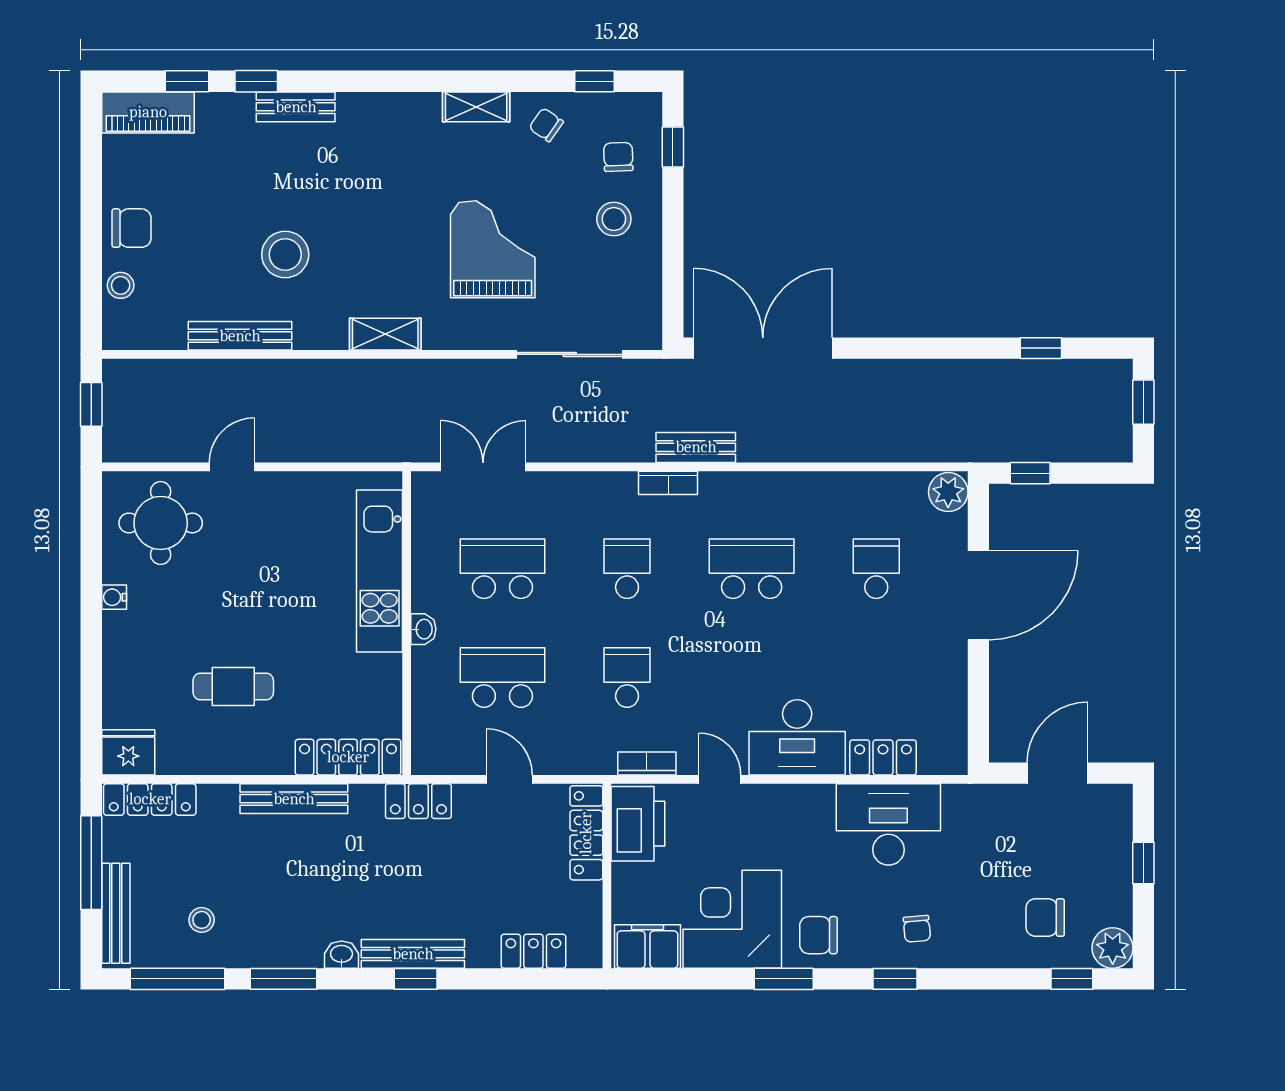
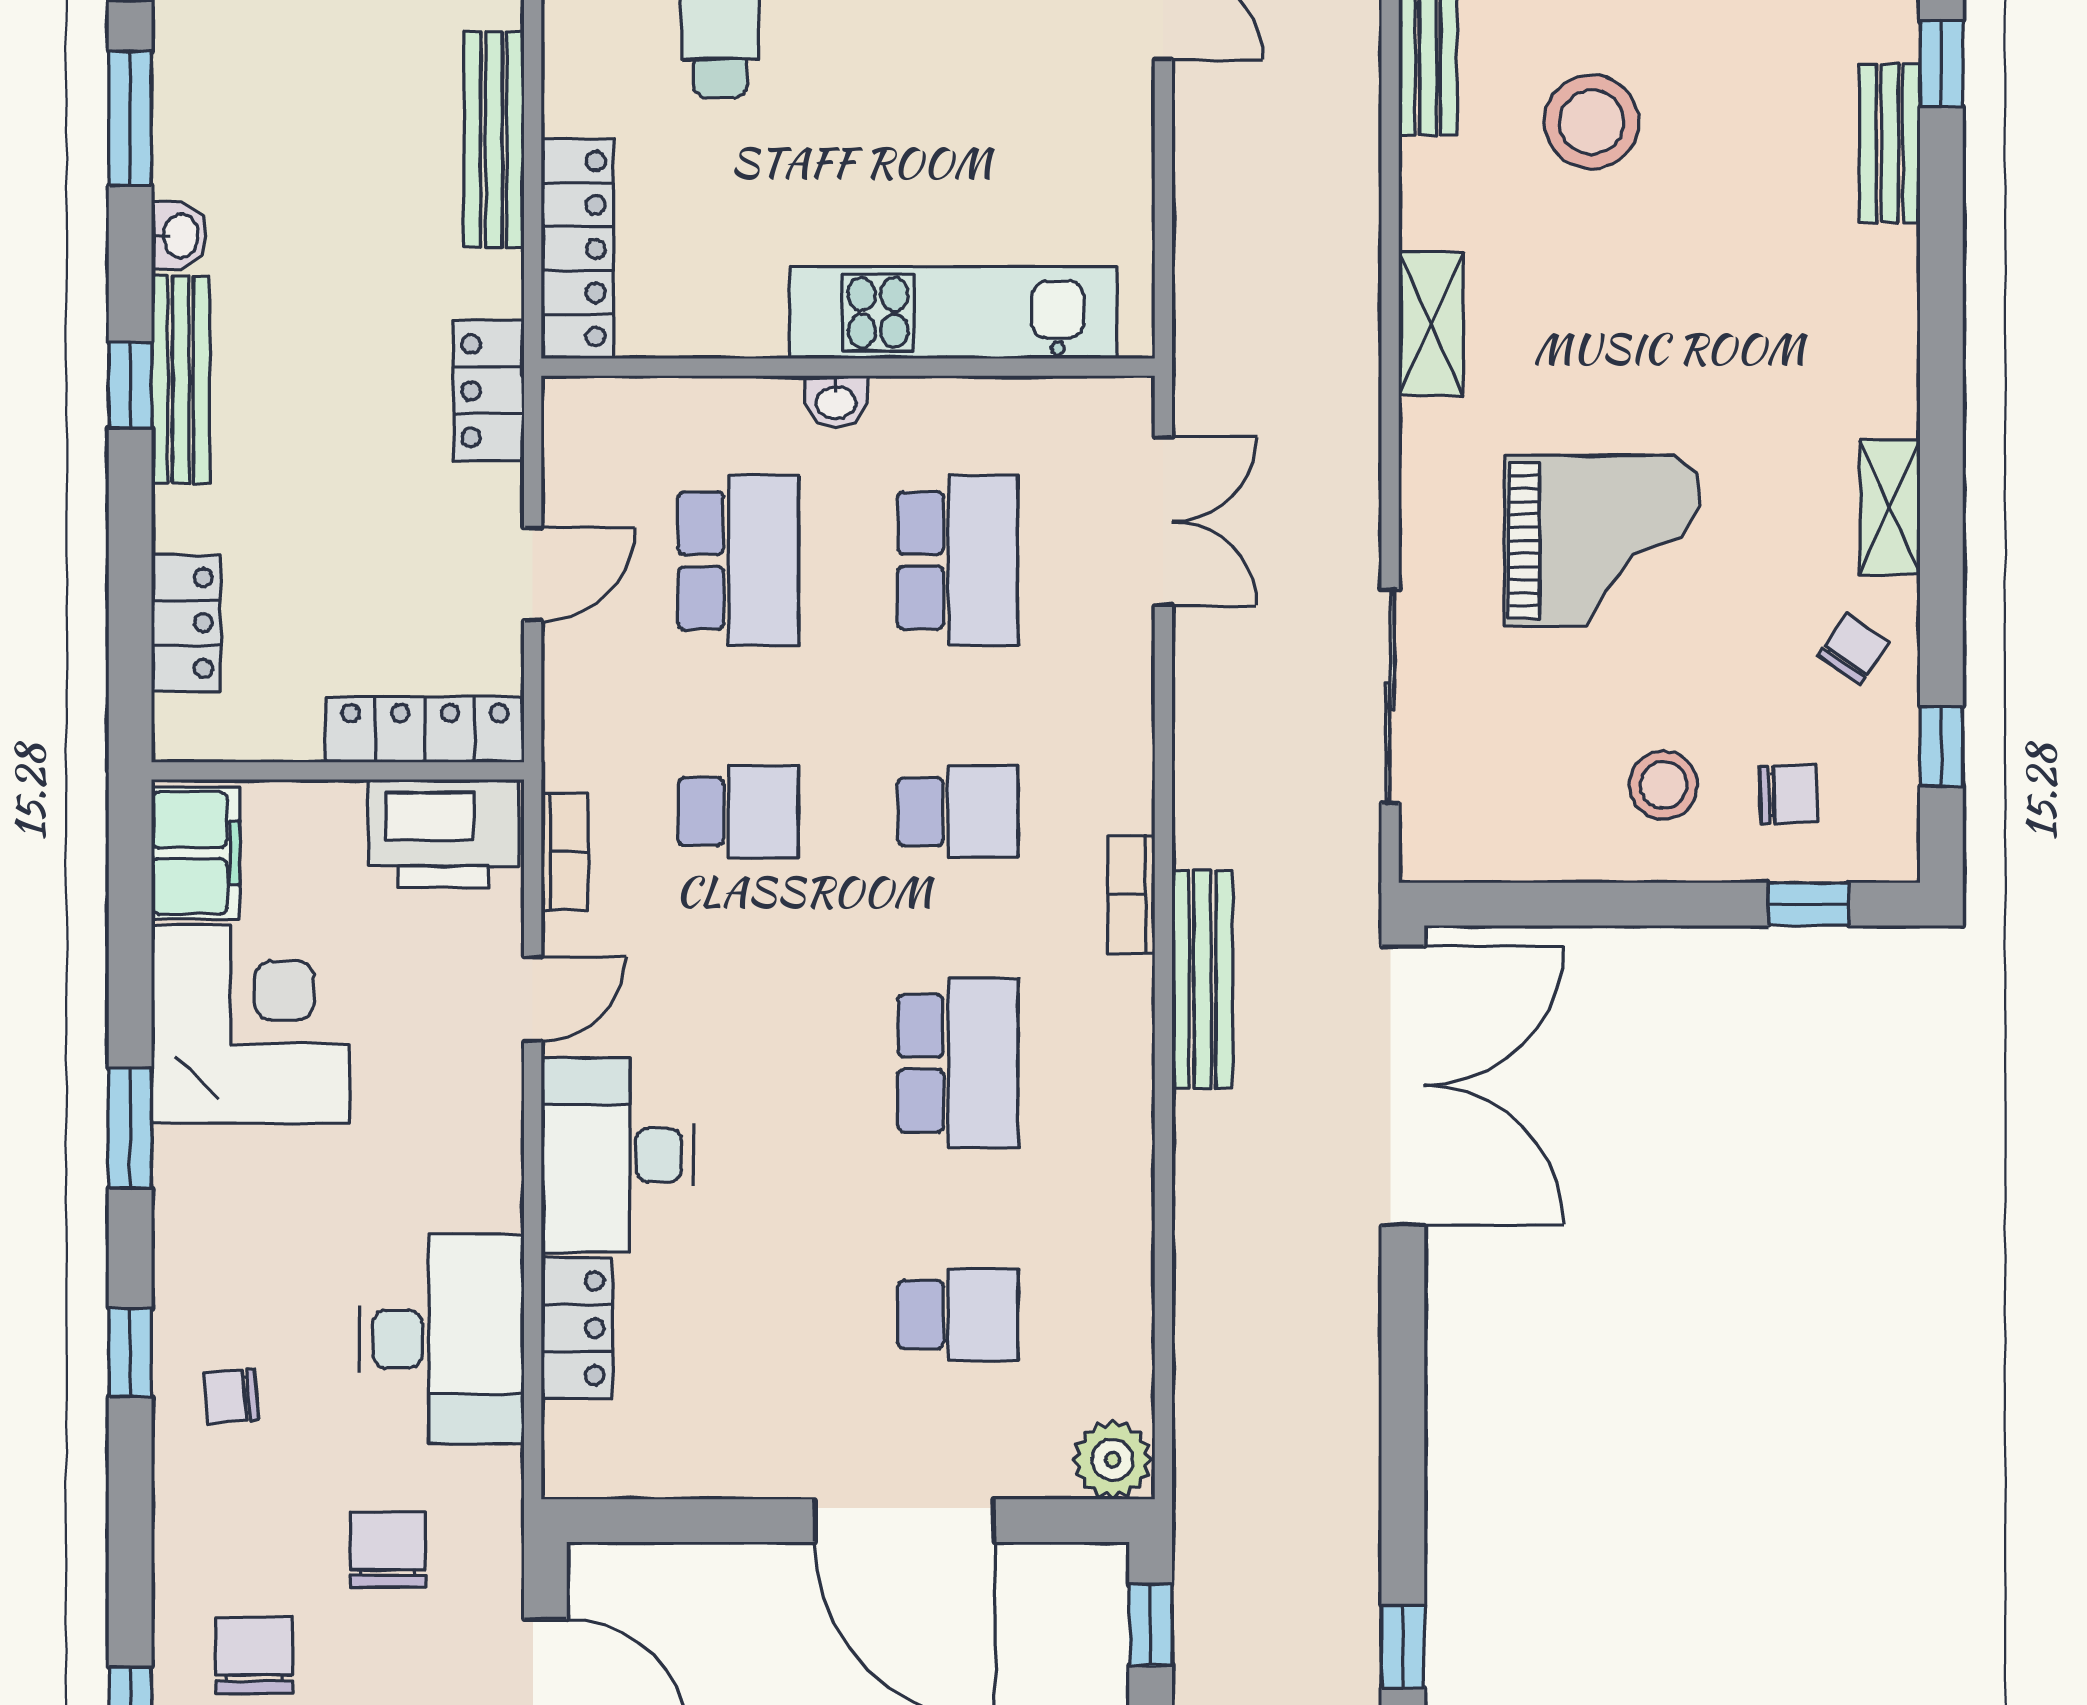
bench: (696, 447) -> (1202, 979), width x1.36
chair: (818, 935) -> (388, 1550), moved

